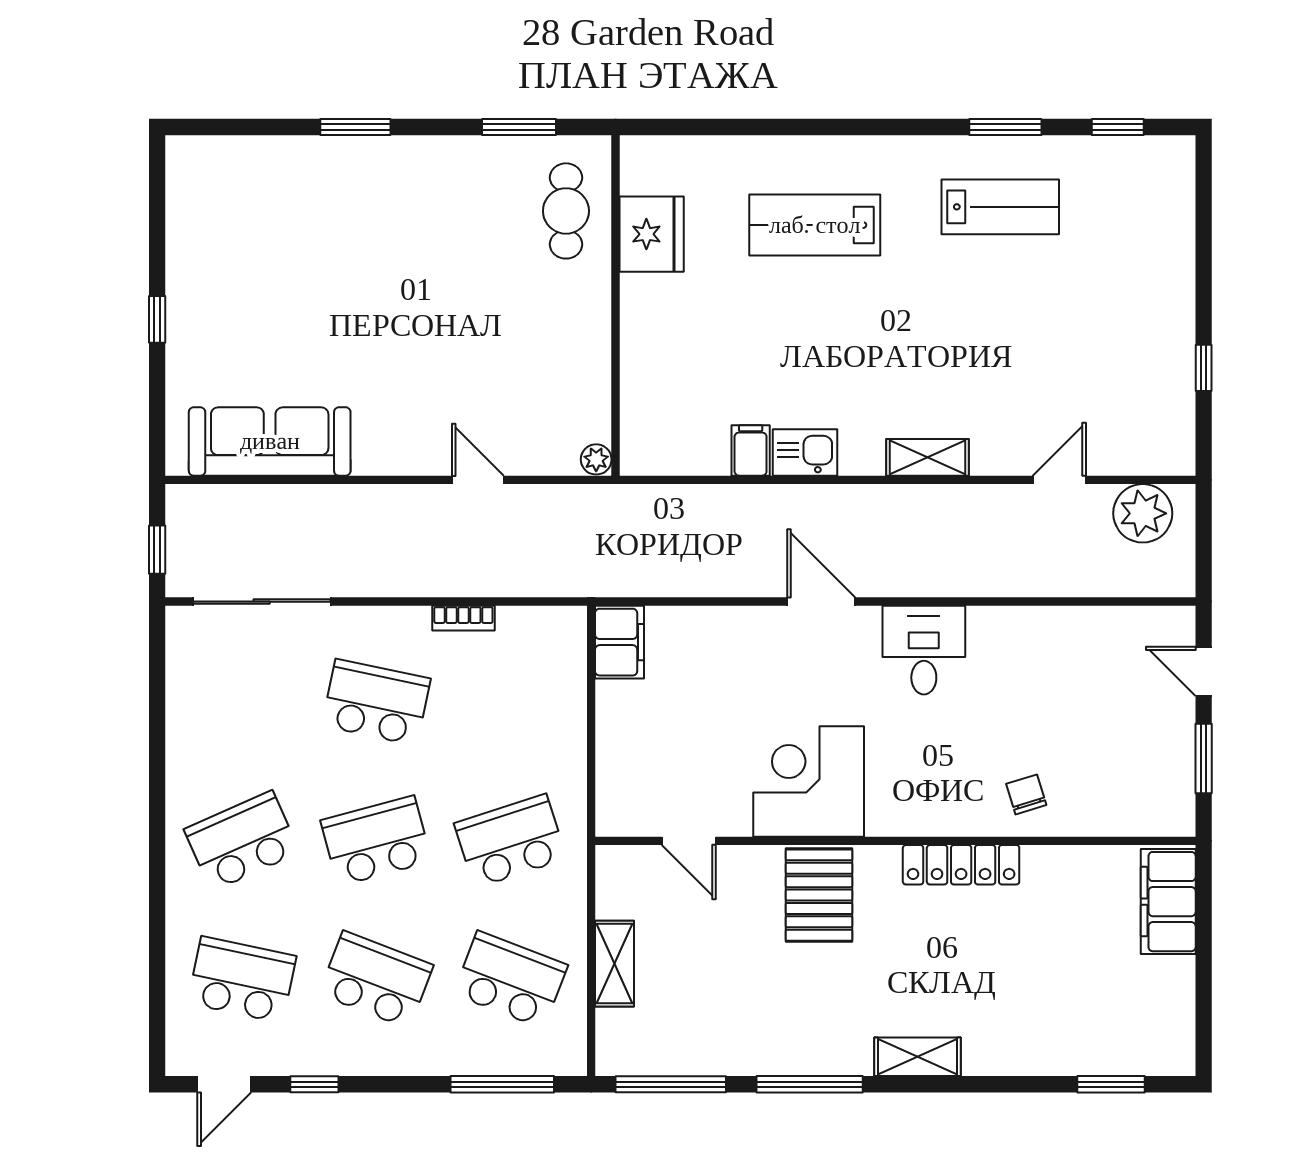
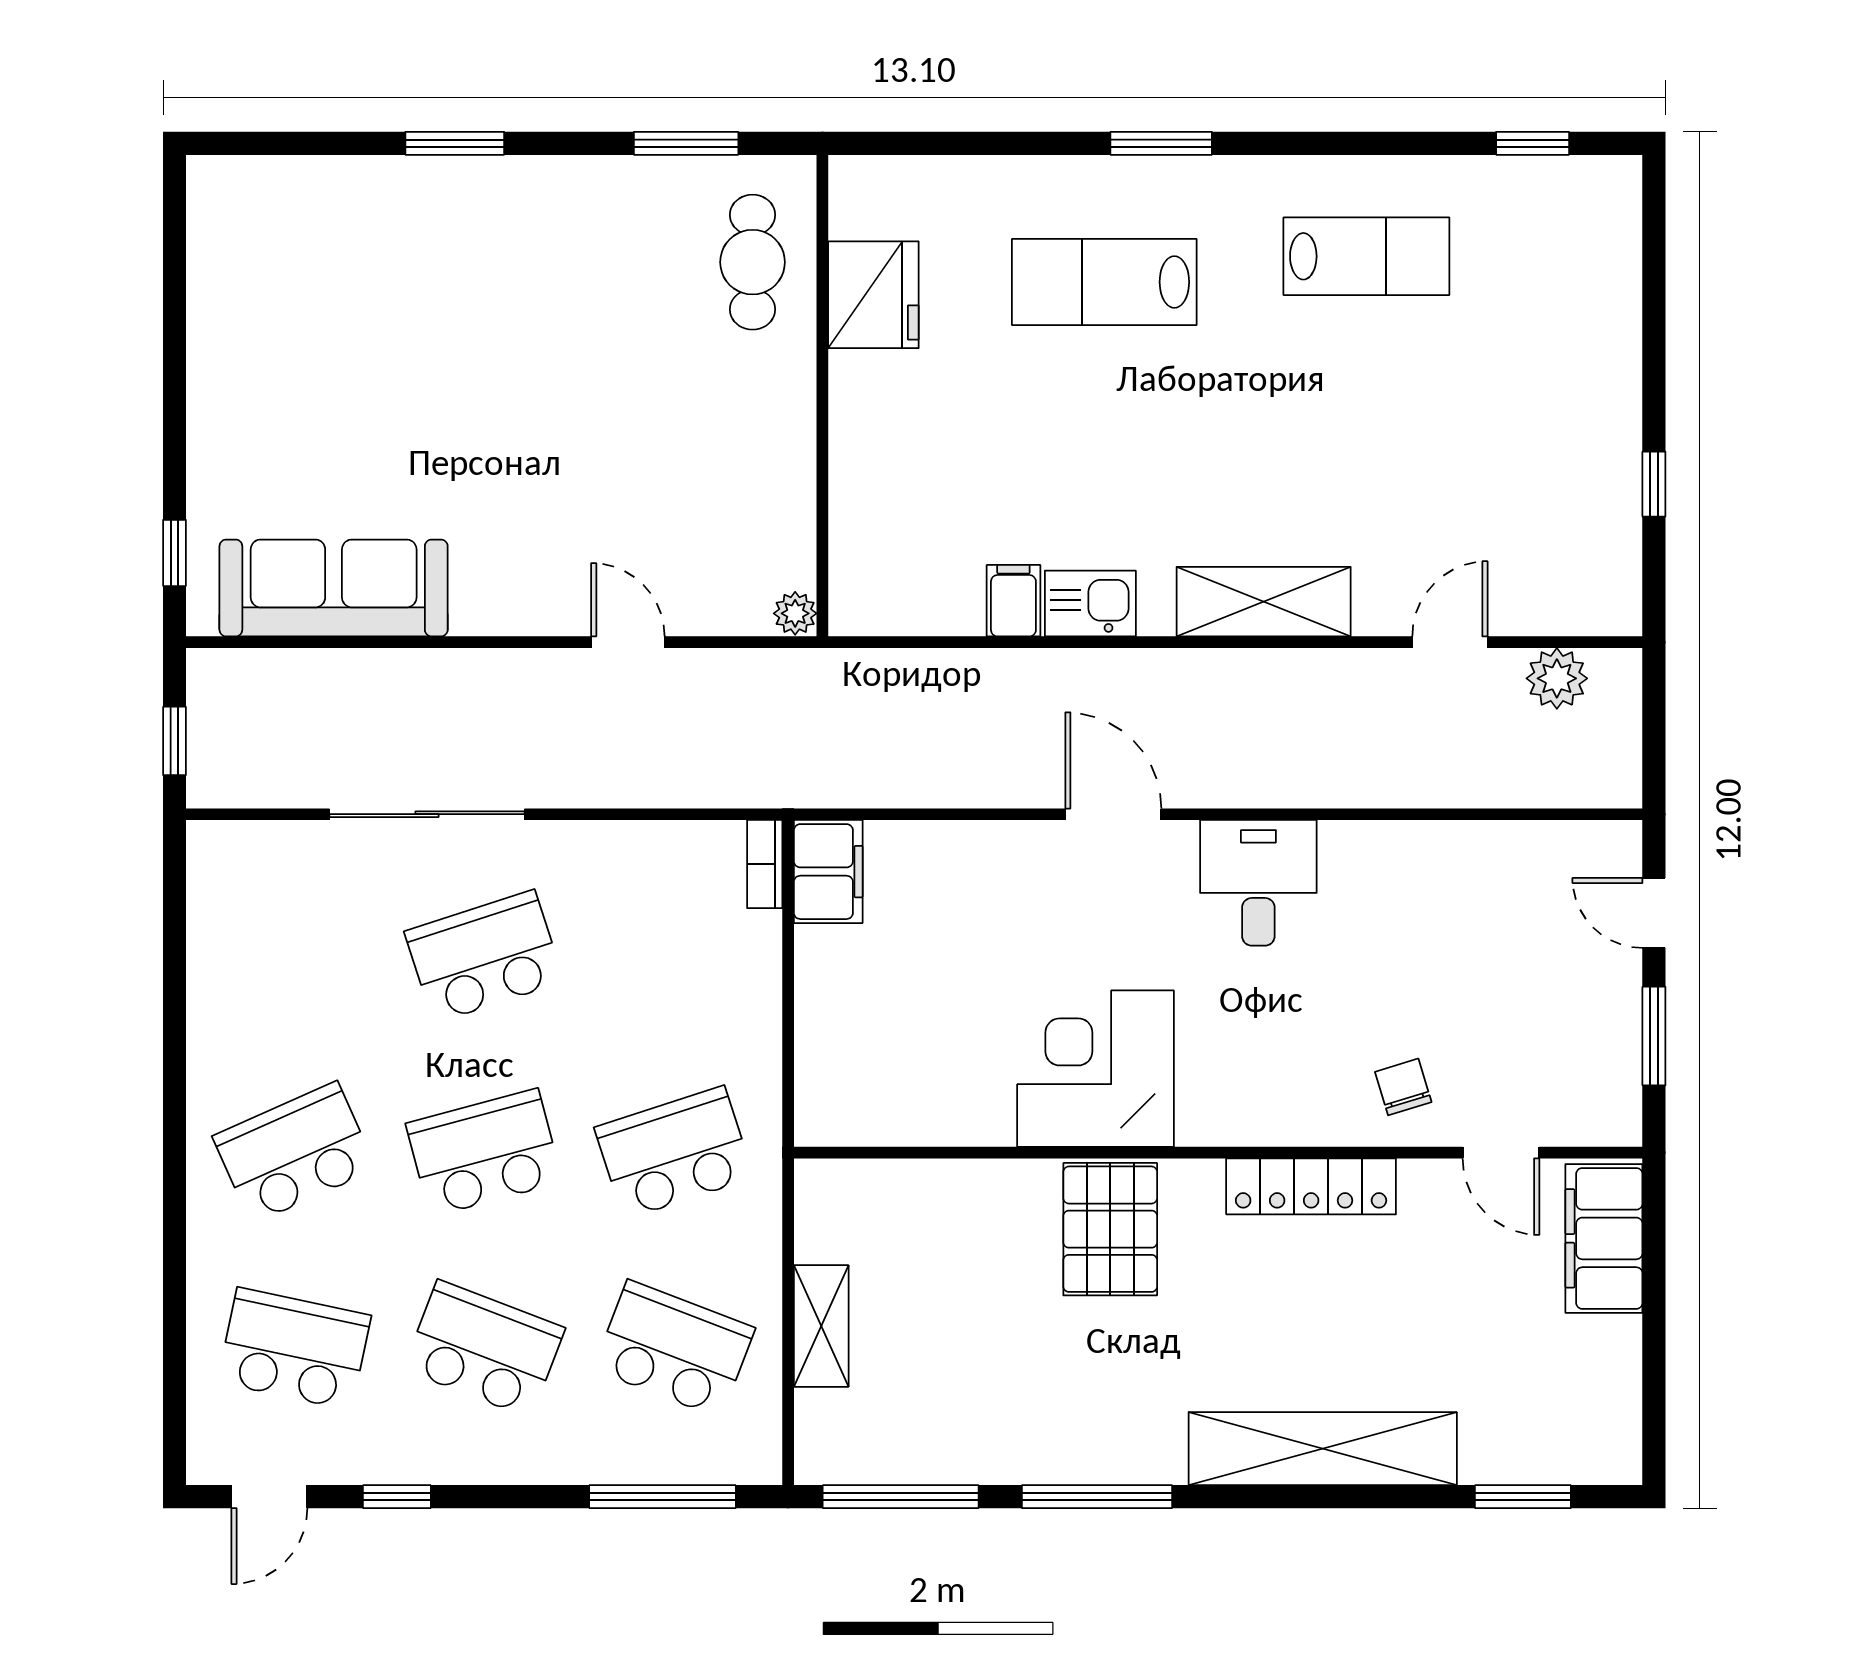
window: (1005, 127) -> (1161, 143), moved
window: (157, 319) -> (175, 553), moved
shelving: (927, 457) -> (1264, 602), width x1.50, depth x1.33
plant: (1143, 513) -> (1557, 678), width x0.73, depth x0.73
sliding door: (262, 602) -> (427, 814), moved
bookcase: (463, 618) -> (765, 864), moved, turned 90
school desk: (376, 702) -> (484, 956), turned -30
door: (689, 841) -> (1501, 1153), moved
shelving: (918, 1057) -> (1323, 1449), width x2.20, depth x1.33

